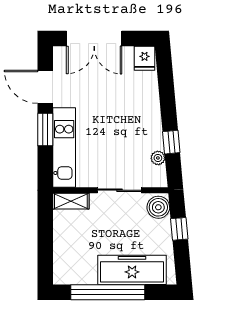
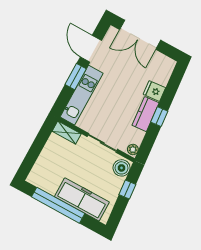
fridge: (145, 58) -> (154, 91), moved, turned 85
kitchen counter: (152, 128) -> (146, 114), added
window: (171, 142) -> (159, 117), moved
plant: (158, 158) -> (133, 149), moved

